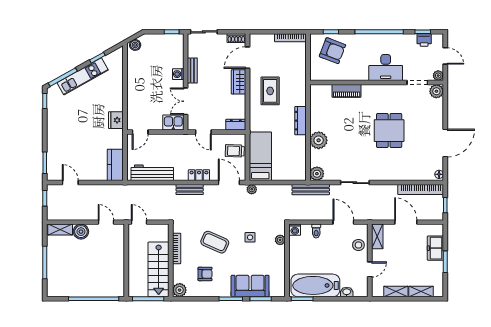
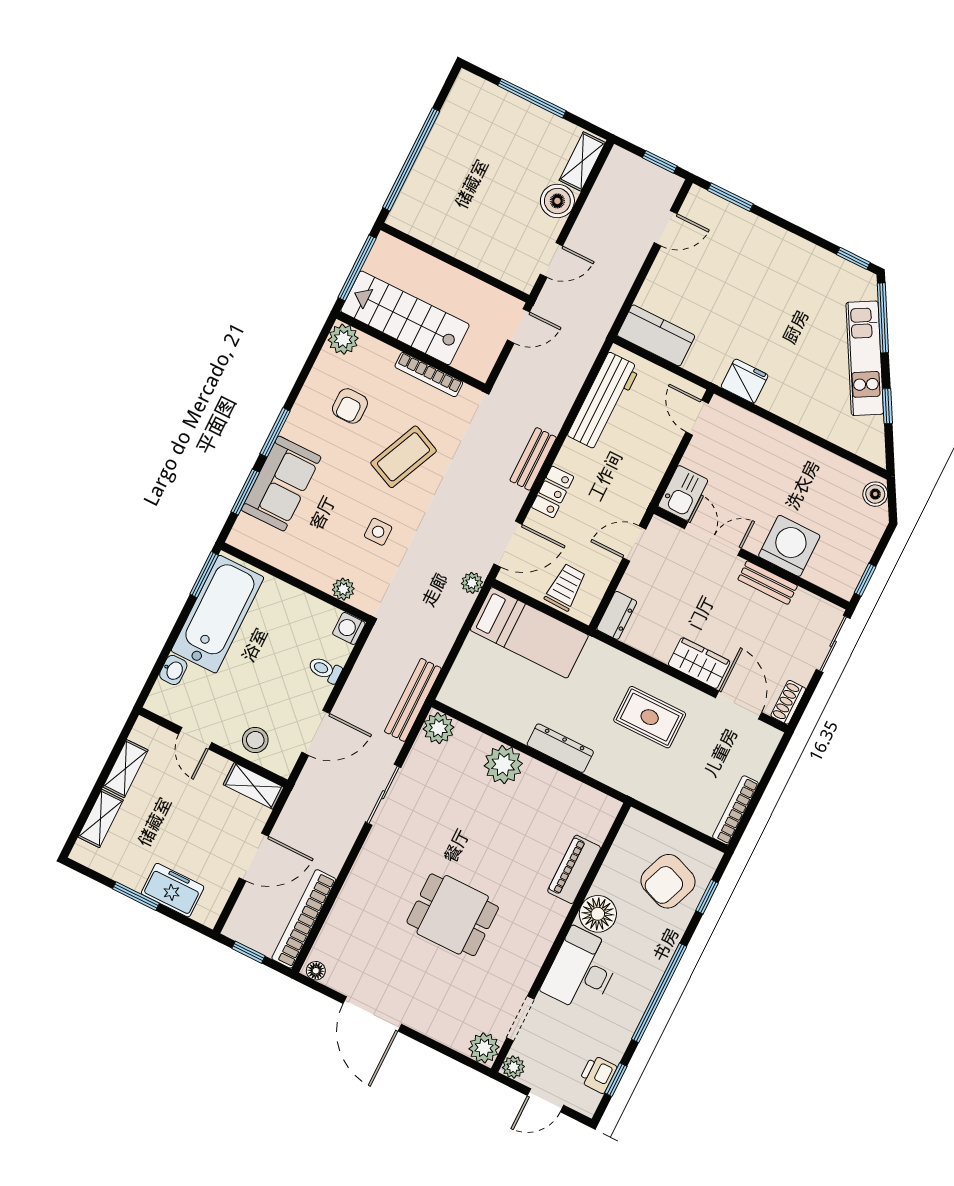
floor lamp: (360, 72) -> (598, 914), added
washing machine: (178, 74) -> (789, 546), width x1.89, depth x1.89

